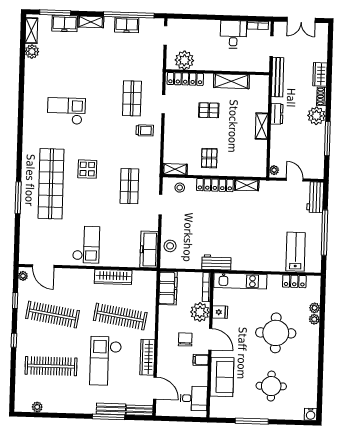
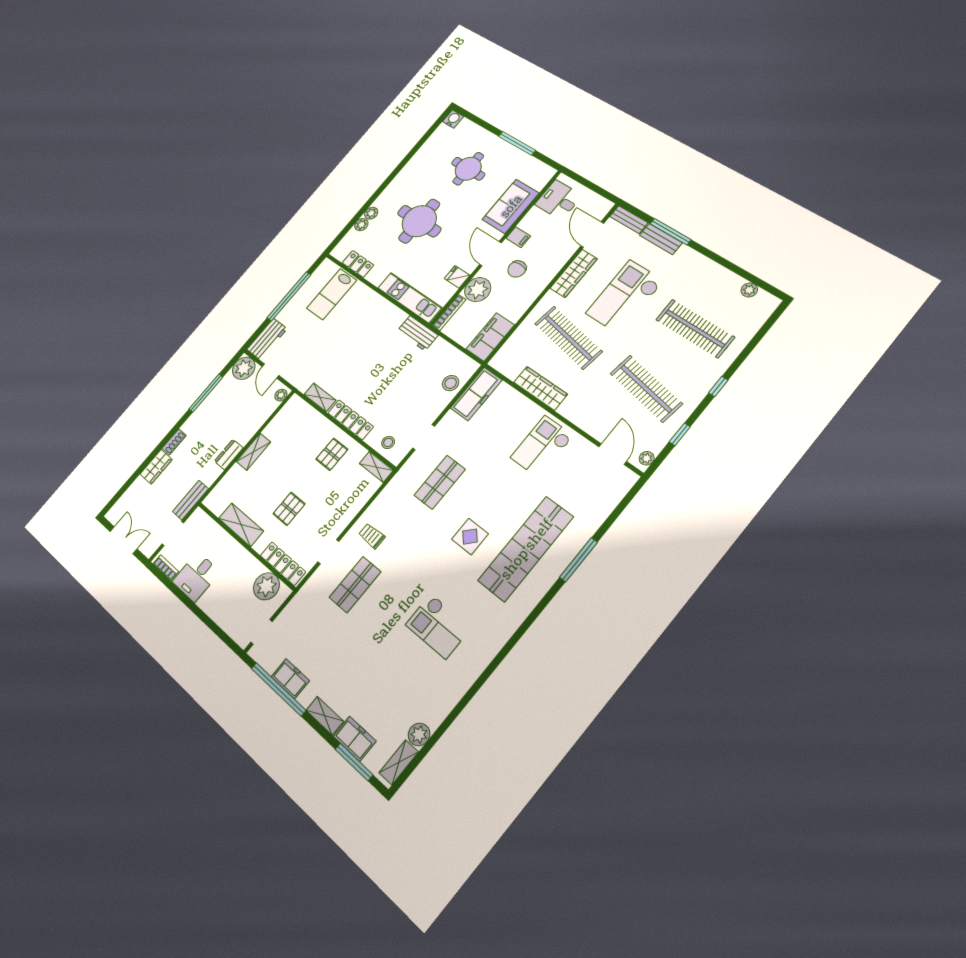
bench: (278, 77) -> (190, 500), width x0.73
pallet: (209, 110) -> (289, 509), turned 90
plant: (316, 116) -> (244, 368), moved
checkout: (106, 361) -> (625, 297), turned 180

